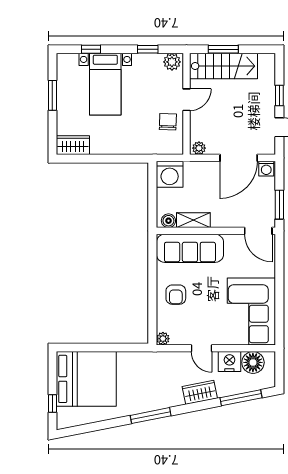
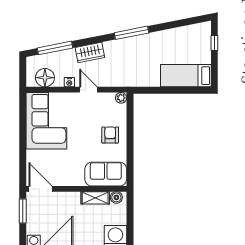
sofa: (190, 248) -> (106, 174), width x0.73
nightstand: (229, 362) -> (69, 82), width x0.53, depth x0.56
bed: (86, 379) -> (186, 76), width x0.49

